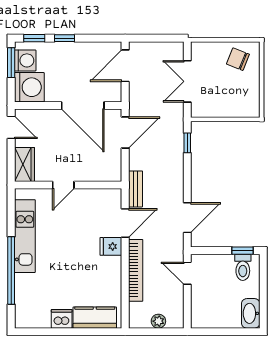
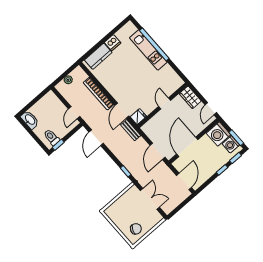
door: (83, 106) -> (187, 147), hinge flipped
door: (11, 127) -> (211, 109), hinge flipped
kitchen unit: (25, 236) -> (148, 50), moved
fridge: (111, 246) -> (138, 117), moved
door: (187, 273) -> (74, 113), swing flipped

